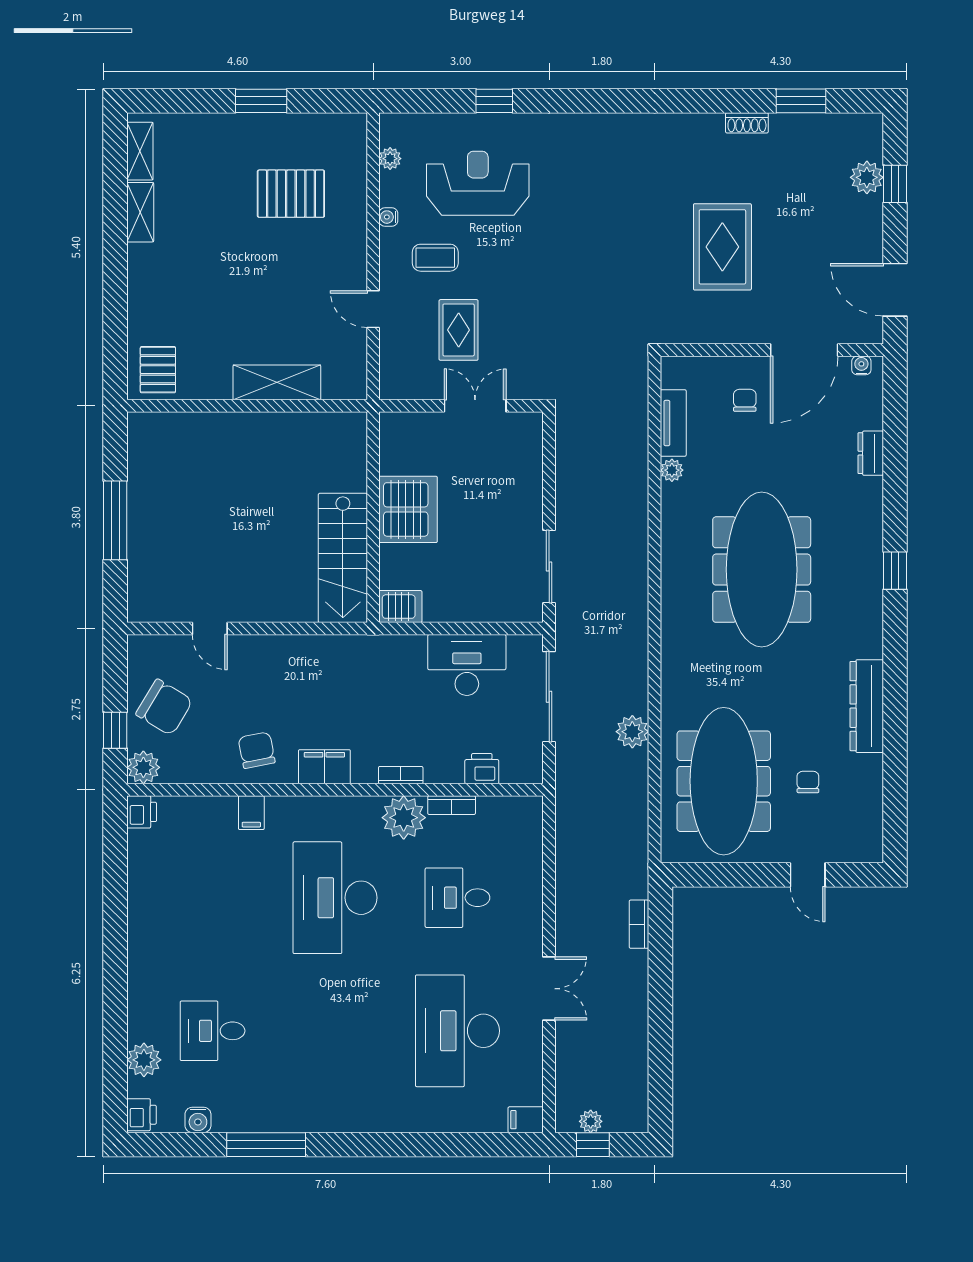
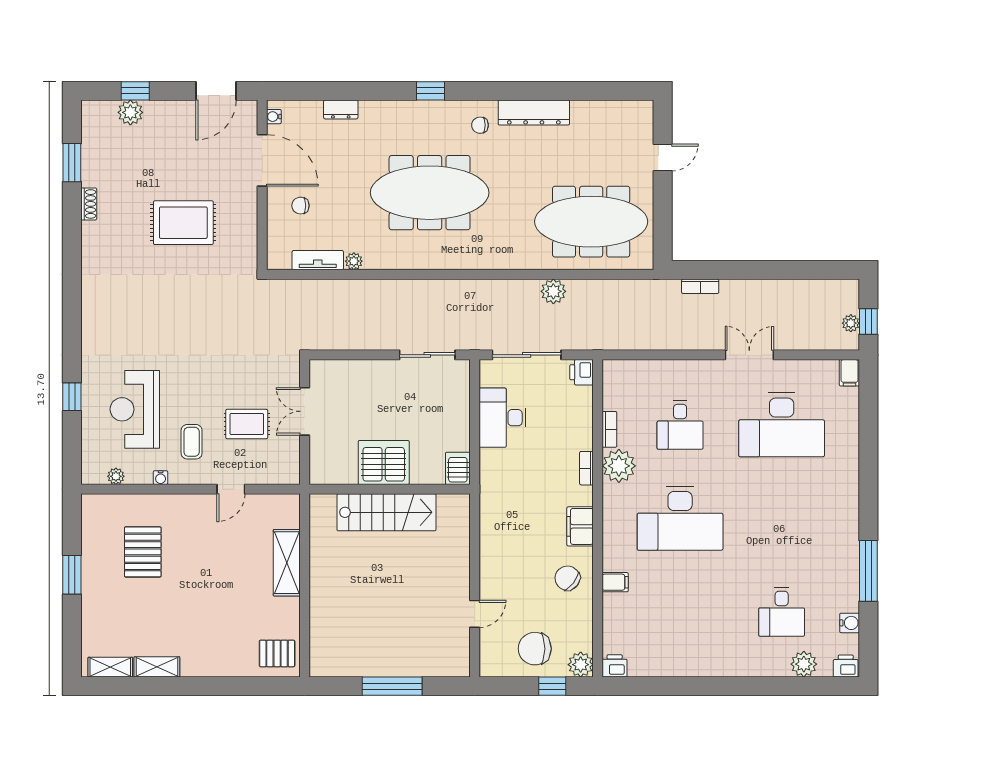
stairs: (343, 558) -> (386, 512), moved
chair: (164, 707) -> (535, 649), turned -121
chair: (257, 750) -> (567, 578), turned 49
printer: (482, 769) -> (582, 372), moved
chair: (808, 782) -> (480, 125), moved

